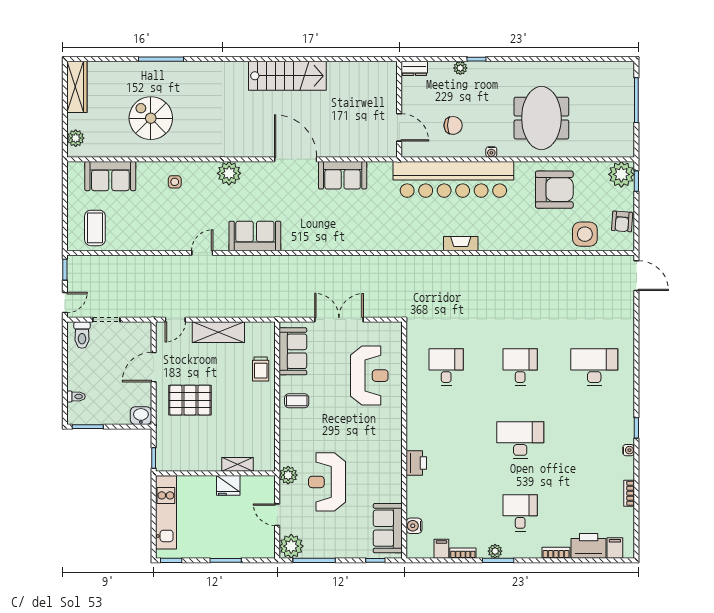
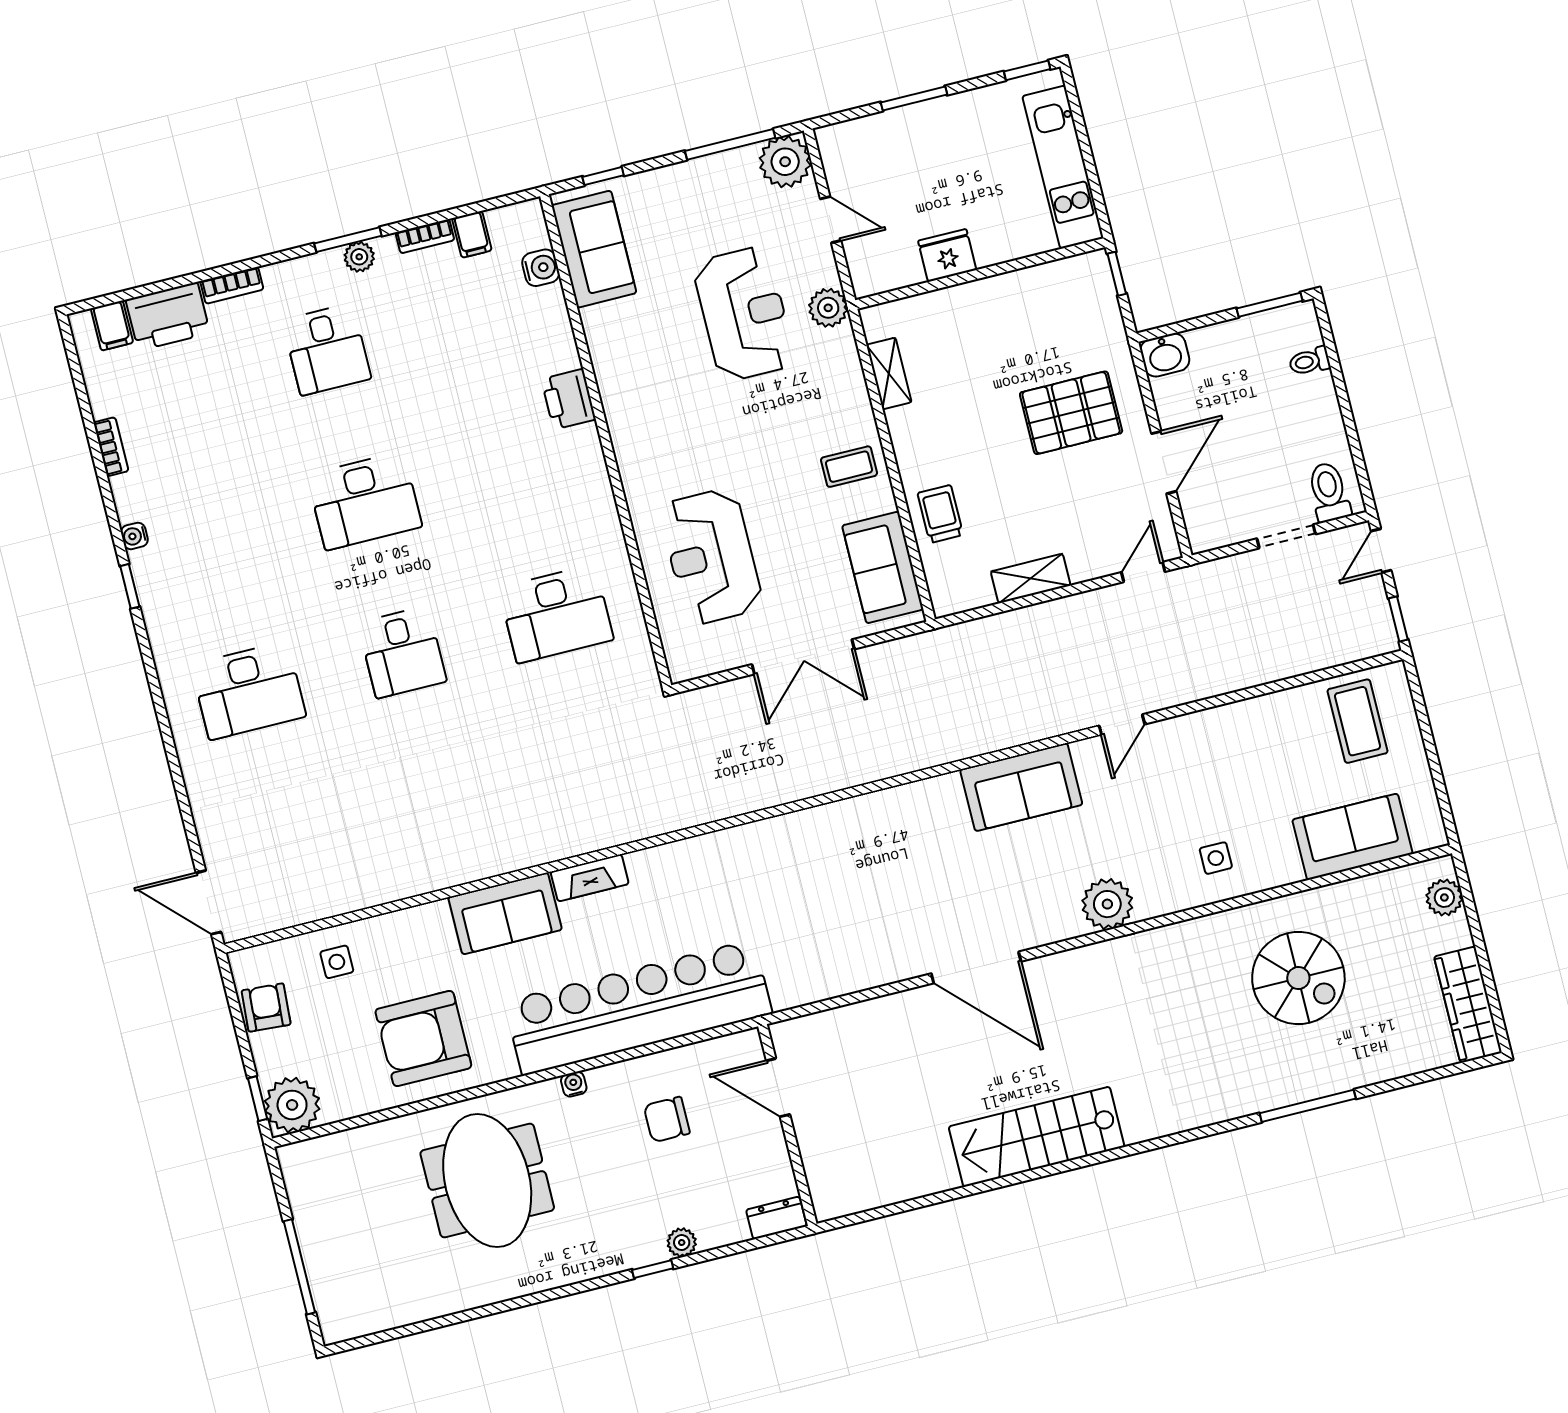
sofa: (343, 175) -> (505, 914), moved, turned 180
side table: (585, 234) -> (337, 962), width x0.54, depth x0.54
shelving: (218, 332) -> (1031, 578), width x0.67, depth x0.75
desk: (446, 367) -> (556, 614), width x1.37
shelving: (237, 464) -> (889, 373), moved, turned 90

